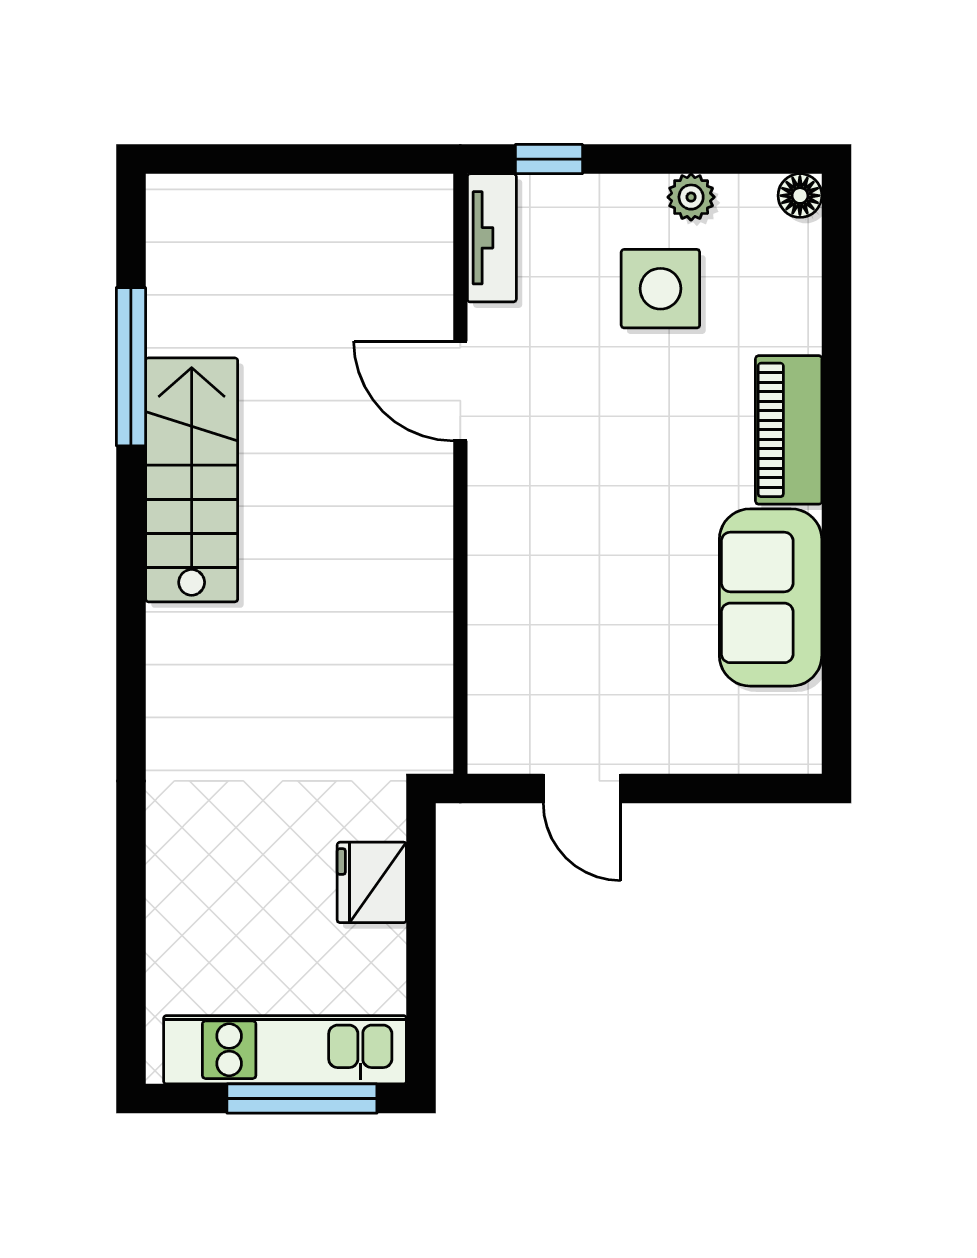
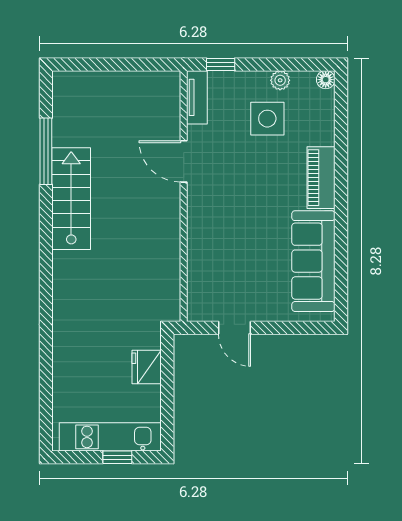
sofa: (771, 597) -> (313, 261), width x1.36
window: (302, 1099) -> (117, 457), width x0.46

